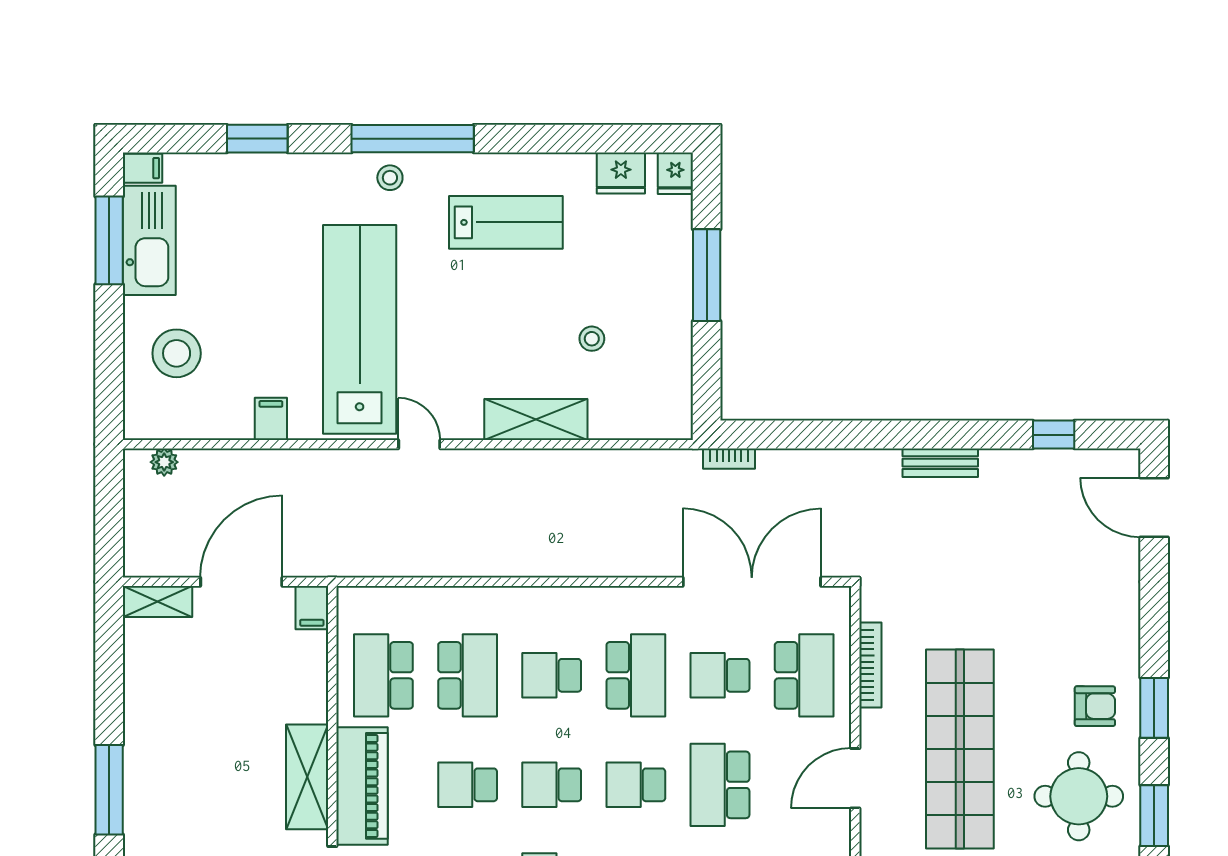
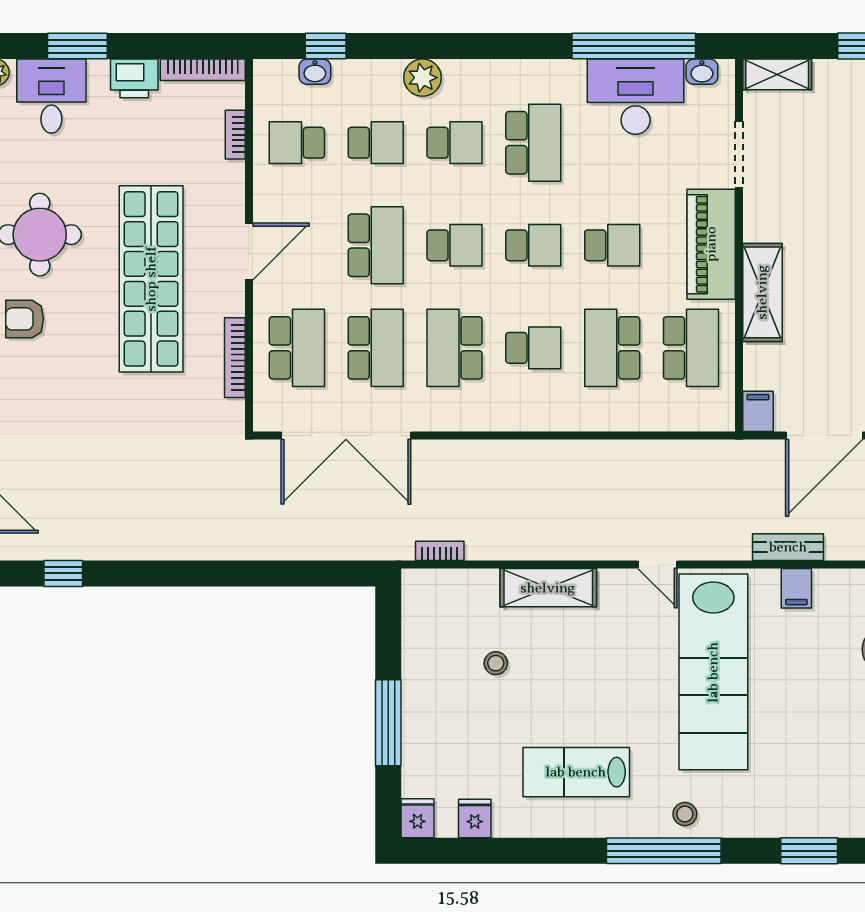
fridge: (621, 173) -> (475, 818), width x0.72
bookcase: (729, 459) -> (440, 551), moved
bench: (940, 463) -> (788, 547), moved
school desk: (720, 675) -> (376, 348), width x1.85
school desk: (804, 675) -> (297, 348), turned 180
shelving: (307, 777) -> (762, 292), moved

